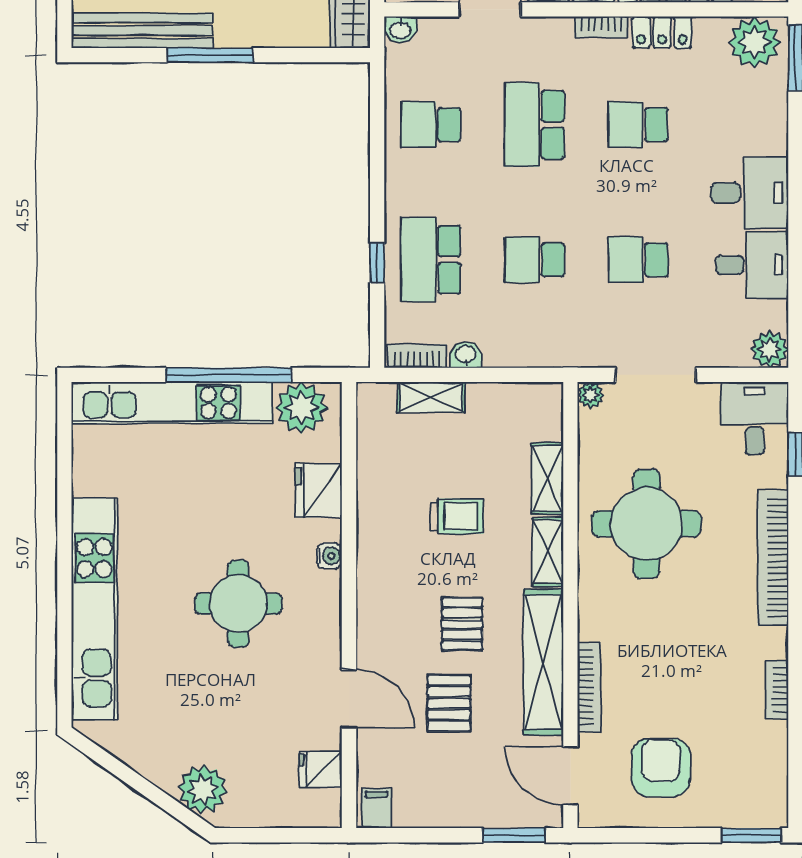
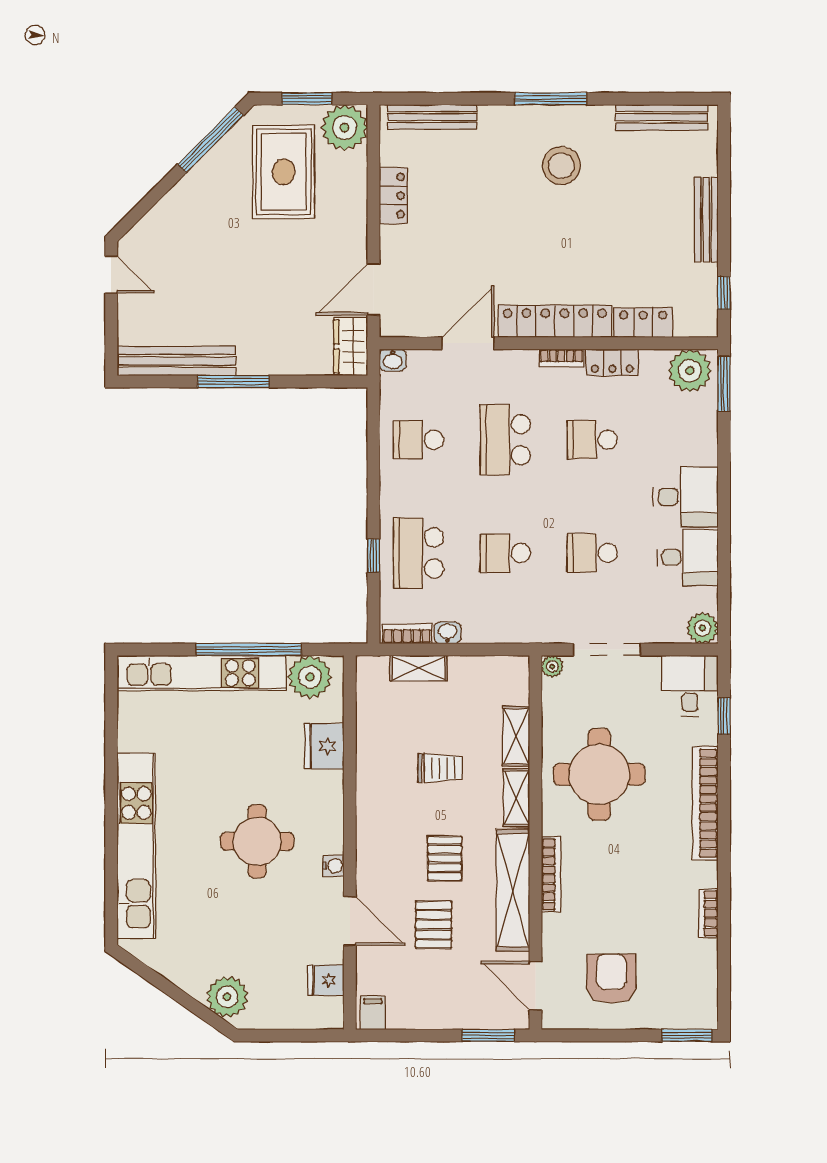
water cooler: (329, 556) -> (333, 866), moved
bookcase: (589, 687) -> (551, 874), moved

